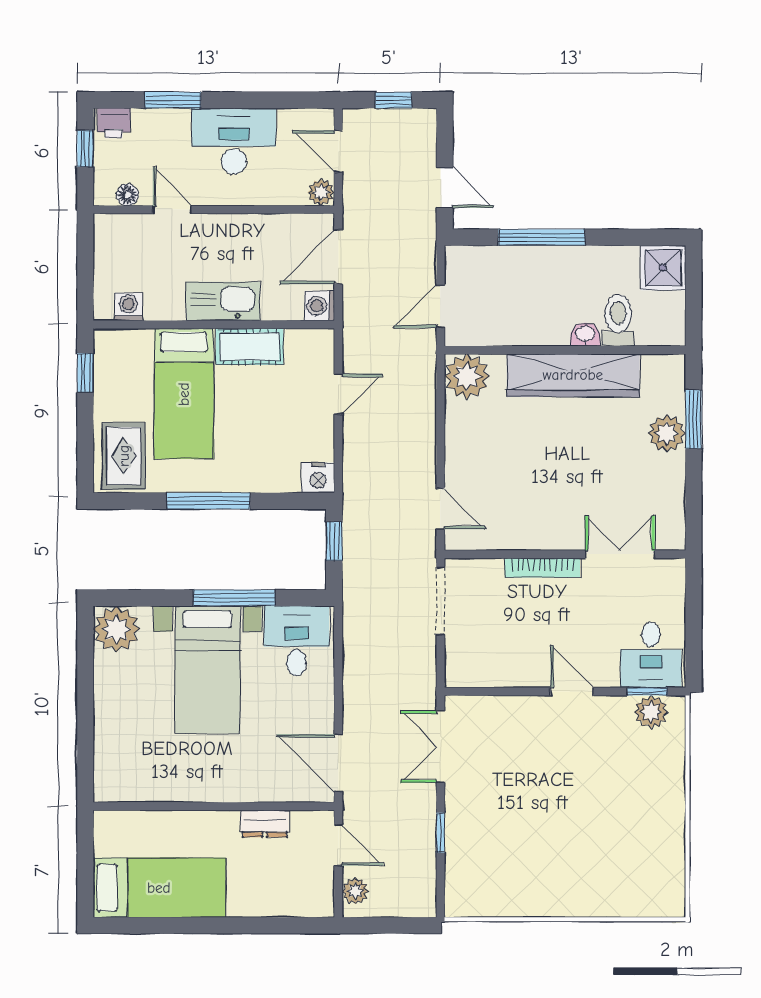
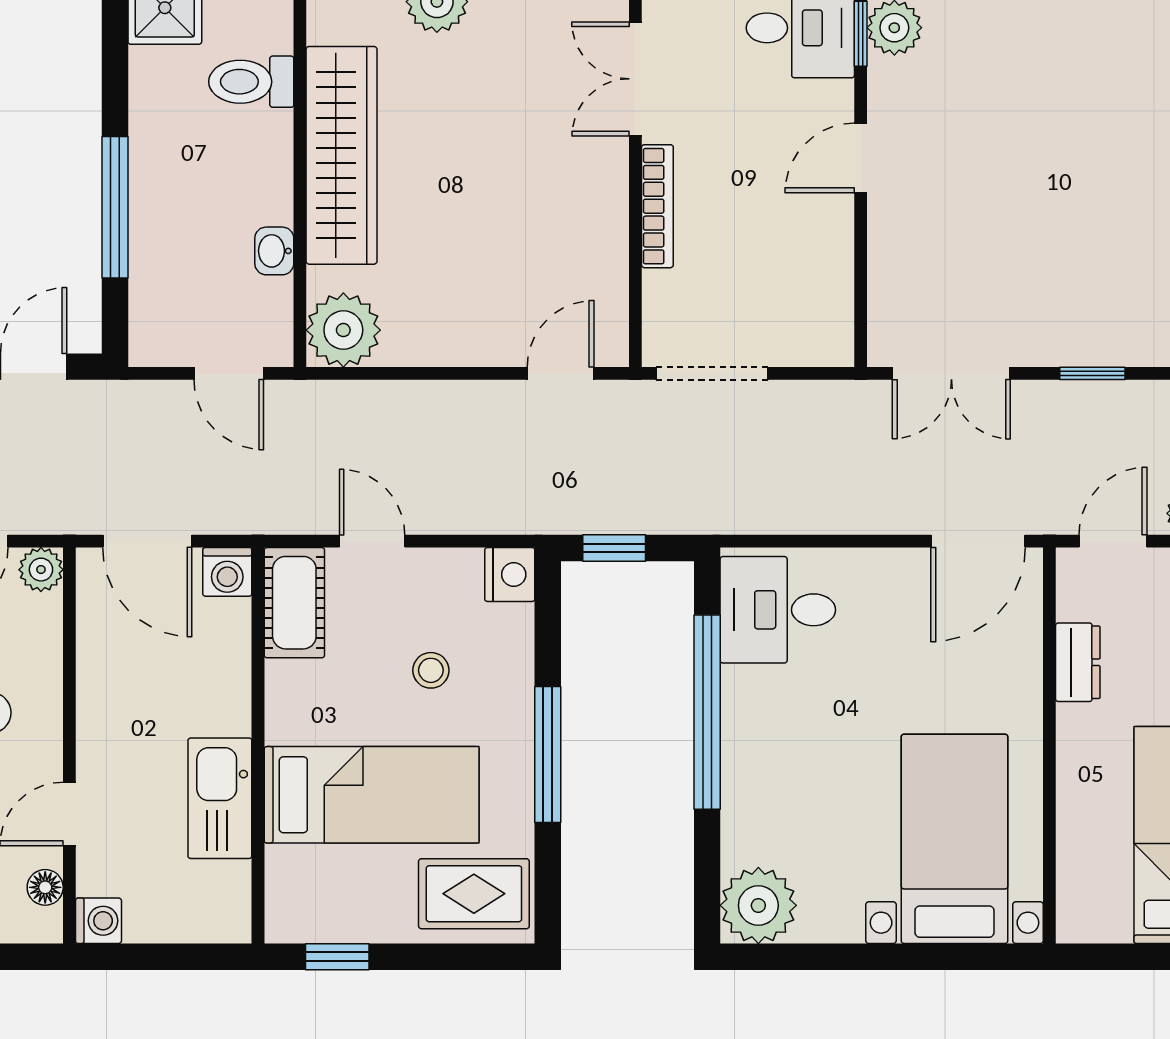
kitchen sink: (223, 301) -> (220, 798), moved
washing machine: (129, 307) -> (98, 921), moved, turned 180
washbasin: (585, 334) -> (274, 251), moved
cot: (249, 347) -> (294, 603), moved
stool: (260, 430) -> (431, 670), added
window: (234, 598) -> (707, 712), width x1.46
bed with nightstands: (208, 670) -> (955, 839), moved, turned -90

